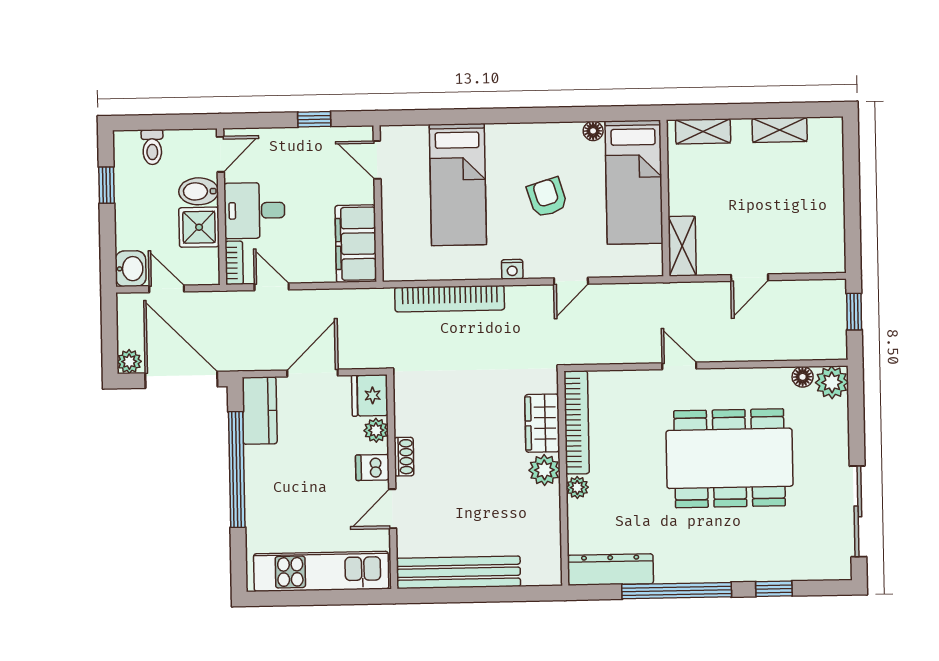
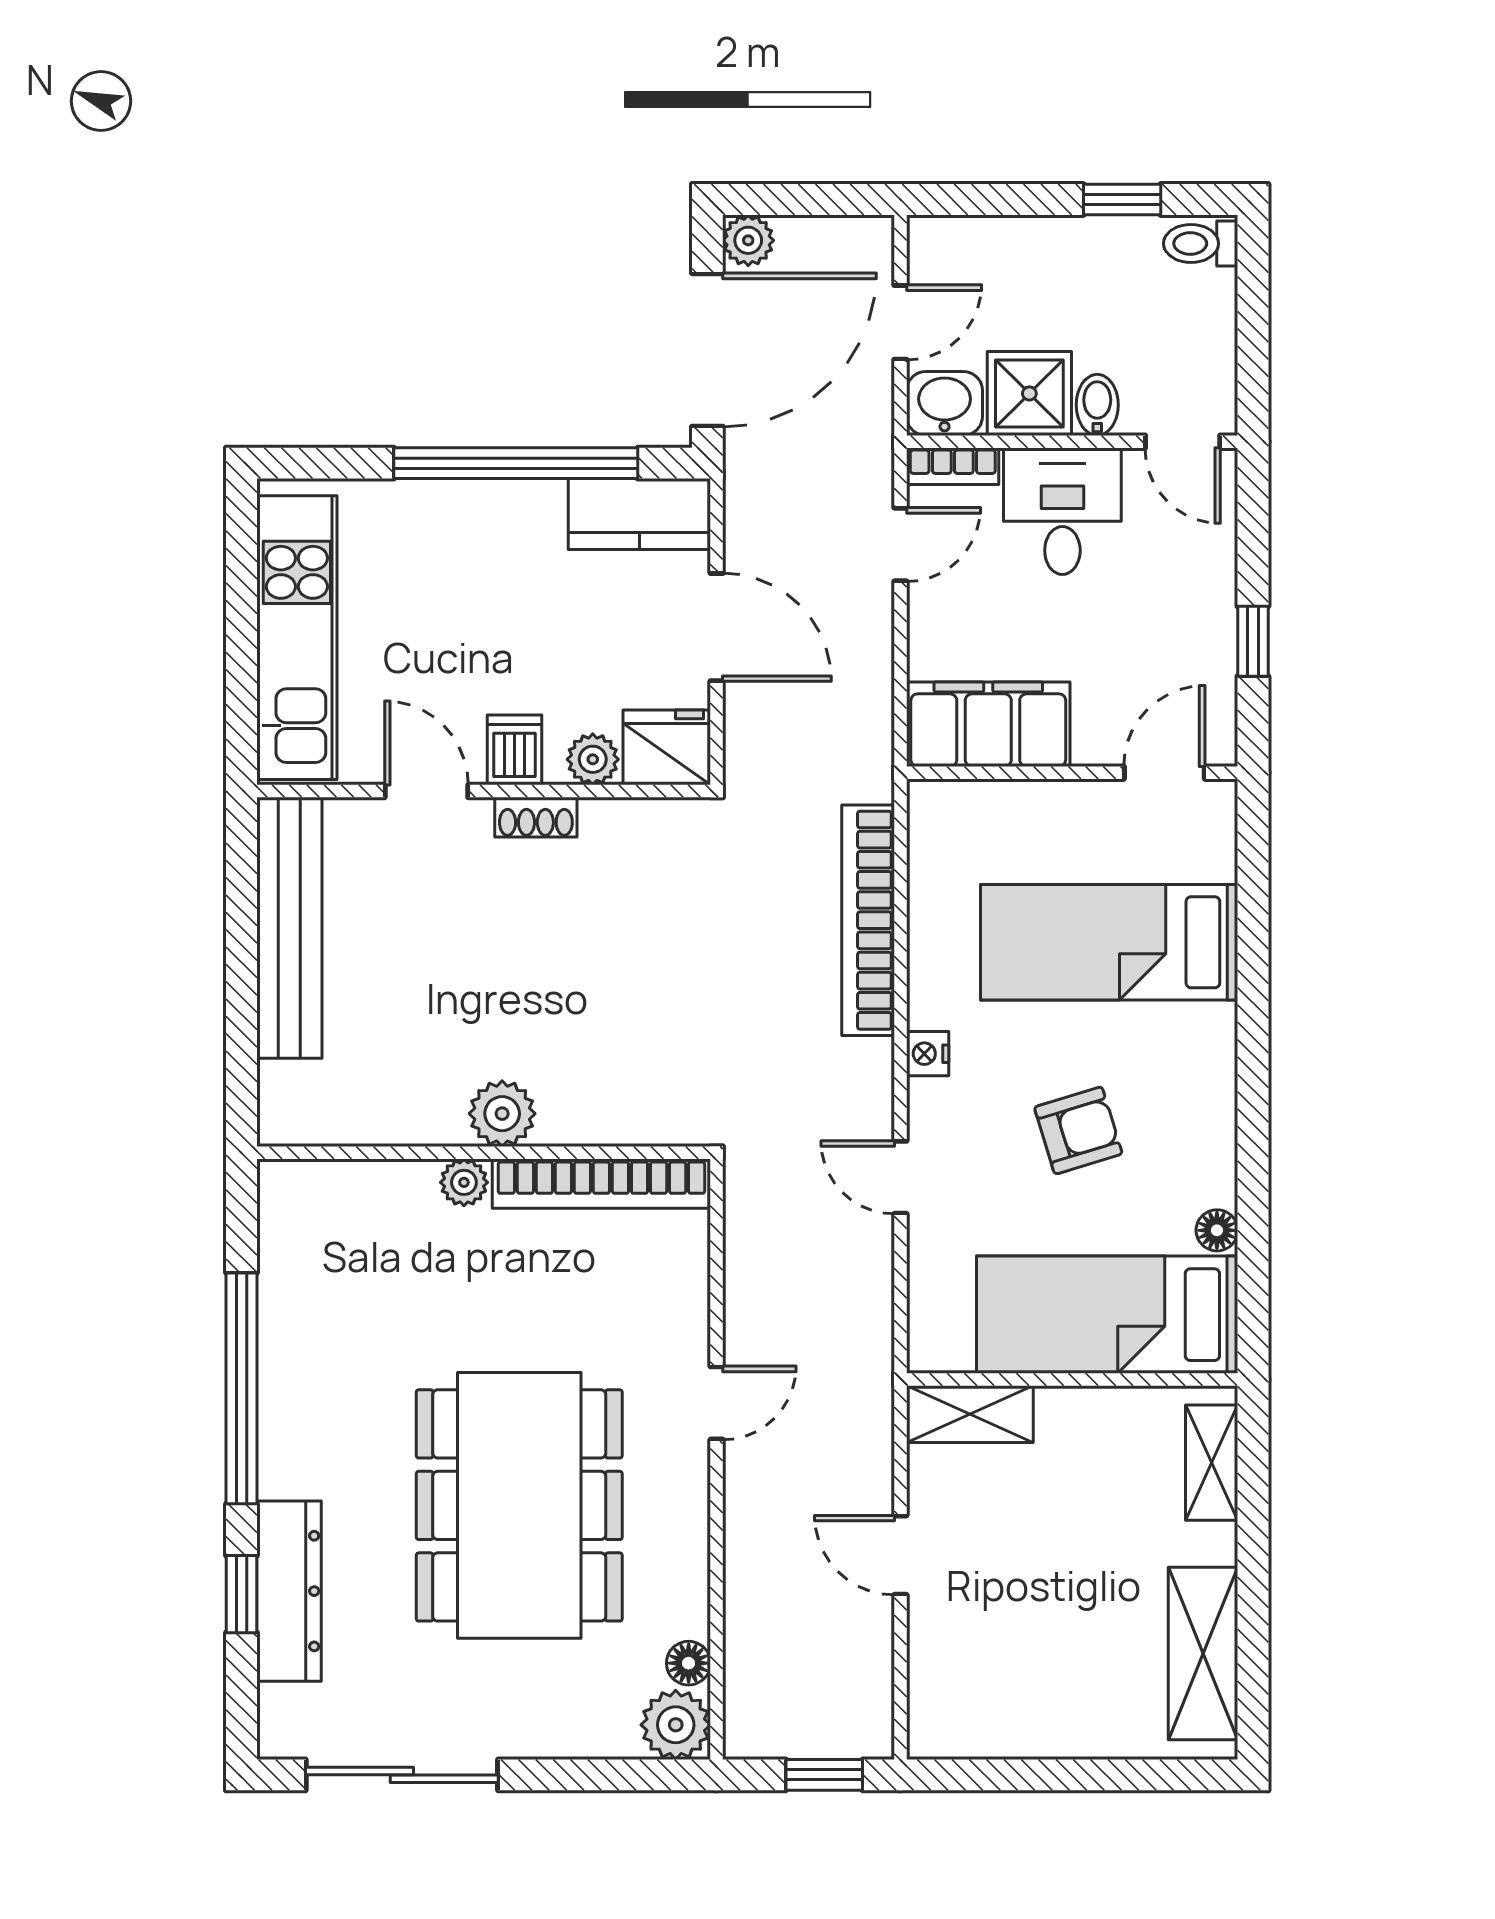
shelving: (780, 130) -> (1203, 1654), width x1.50, depth x1.33
toilet: (152, 147) -> (1201, 243), moved
bidet: (199, 191) -> (1097, 405), width x0.72, depth x0.74
washbasin: (131, 269) -> (945, 403), moved, turned 180
wardrobe: (542, 423) -> (601, 1111), removed
dresser: (610, 569) -> (289, 1591), moved

